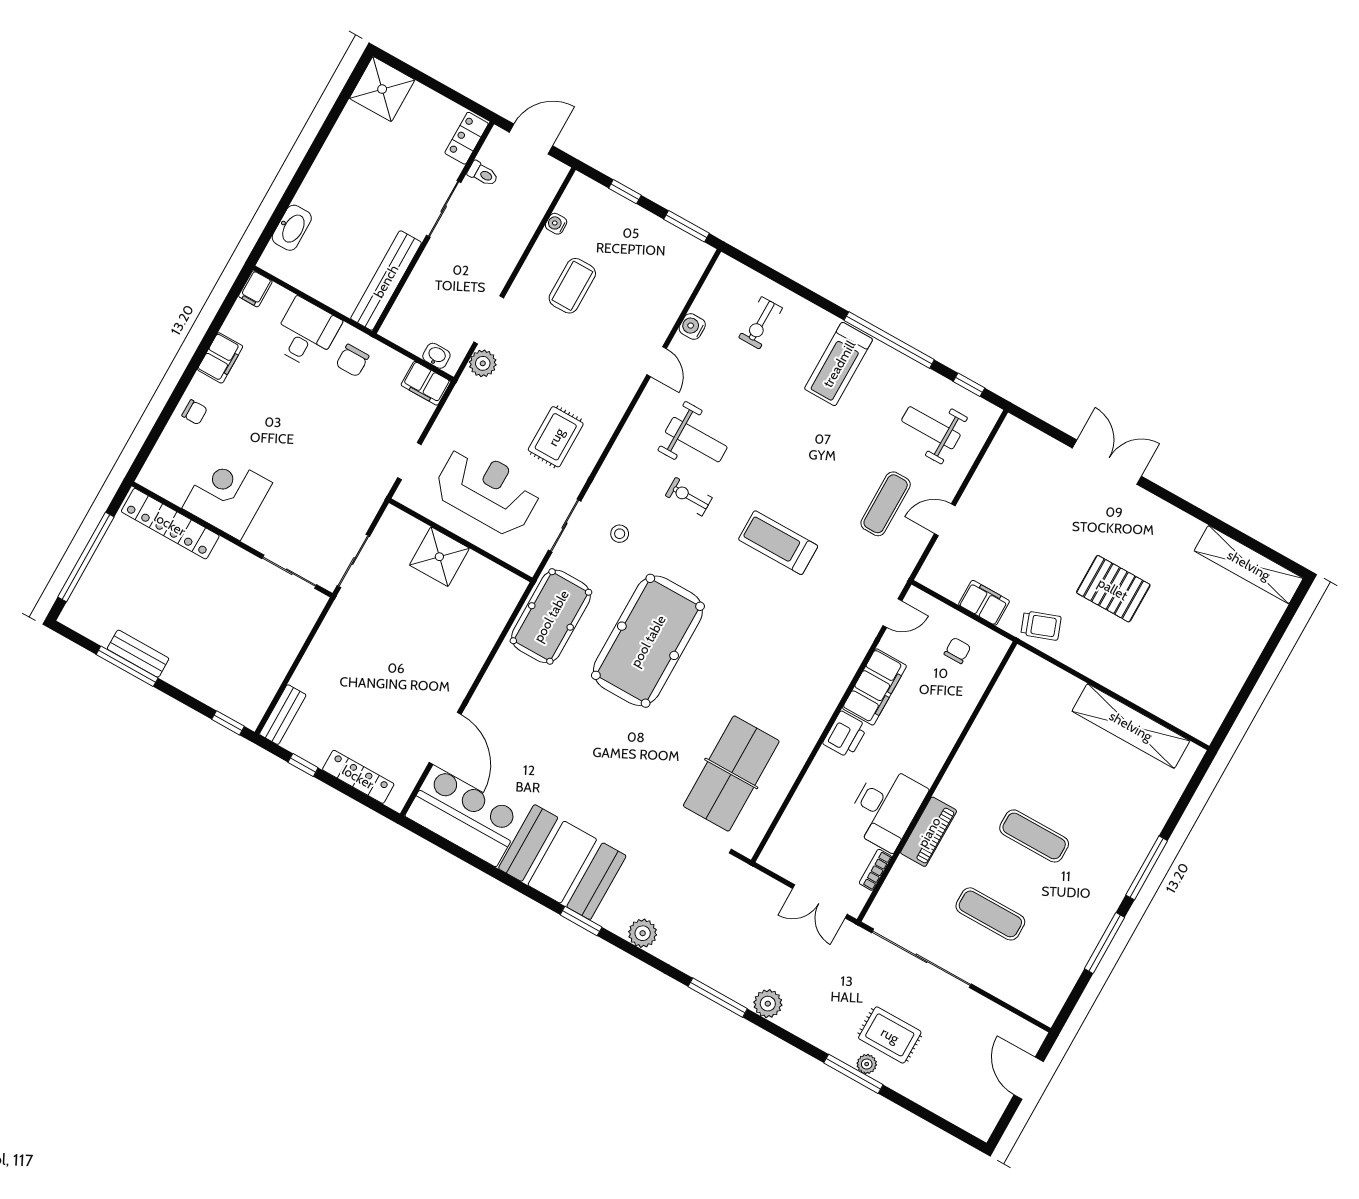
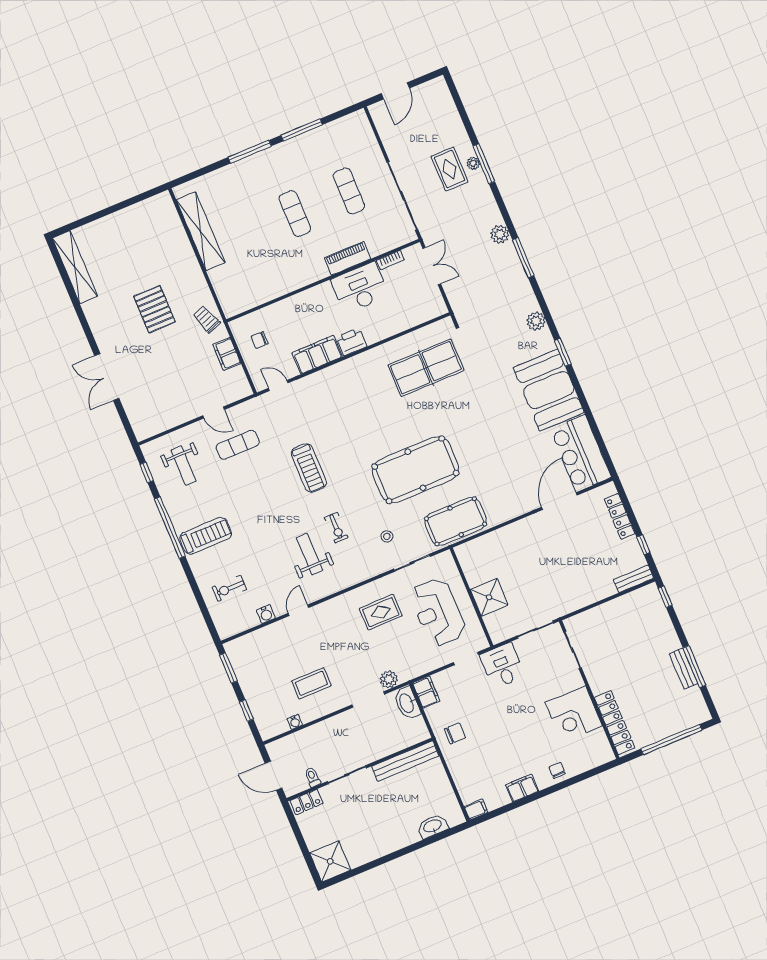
exercise bike: (761, 323) -> (229, 588), turned 180
desk: (306, 333) -> (502, 666), moved, turned 90
washbasin: (436, 356) -> (407, 703), width x1.91, depth x1.45

